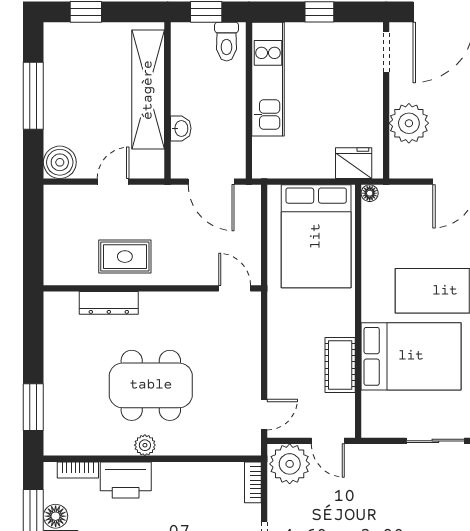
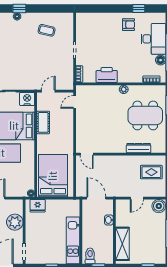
shelving: (148, 90) -> (122, 244), width x0.68
rug: (125, 257) -> (151, 172), moved
dining table: (151, 385) -> (145, 115), moved
nightstand: (379, 422) -> (27, 99), added
door: (328, 441) -> (48, 91), hinge flipped
plant: (290, 464) -> (64, 82), removed
printer: (126, 480) -> (107, 75), moved

